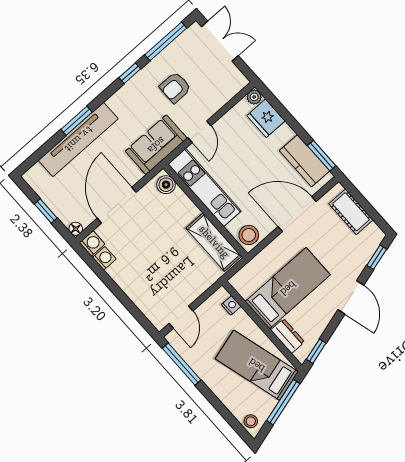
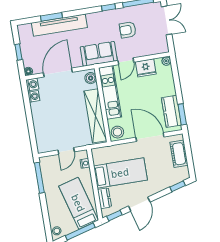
fridge: (266, 118) -> (146, 68), moved, turned -90
window: (76, 121) -> (51, 17), moved
shelving: (214, 242) -> (95, 116), width x1.47
door: (351, 297) -> (139, 204), moved
door: (181, 317) -> (66, 151), moved

